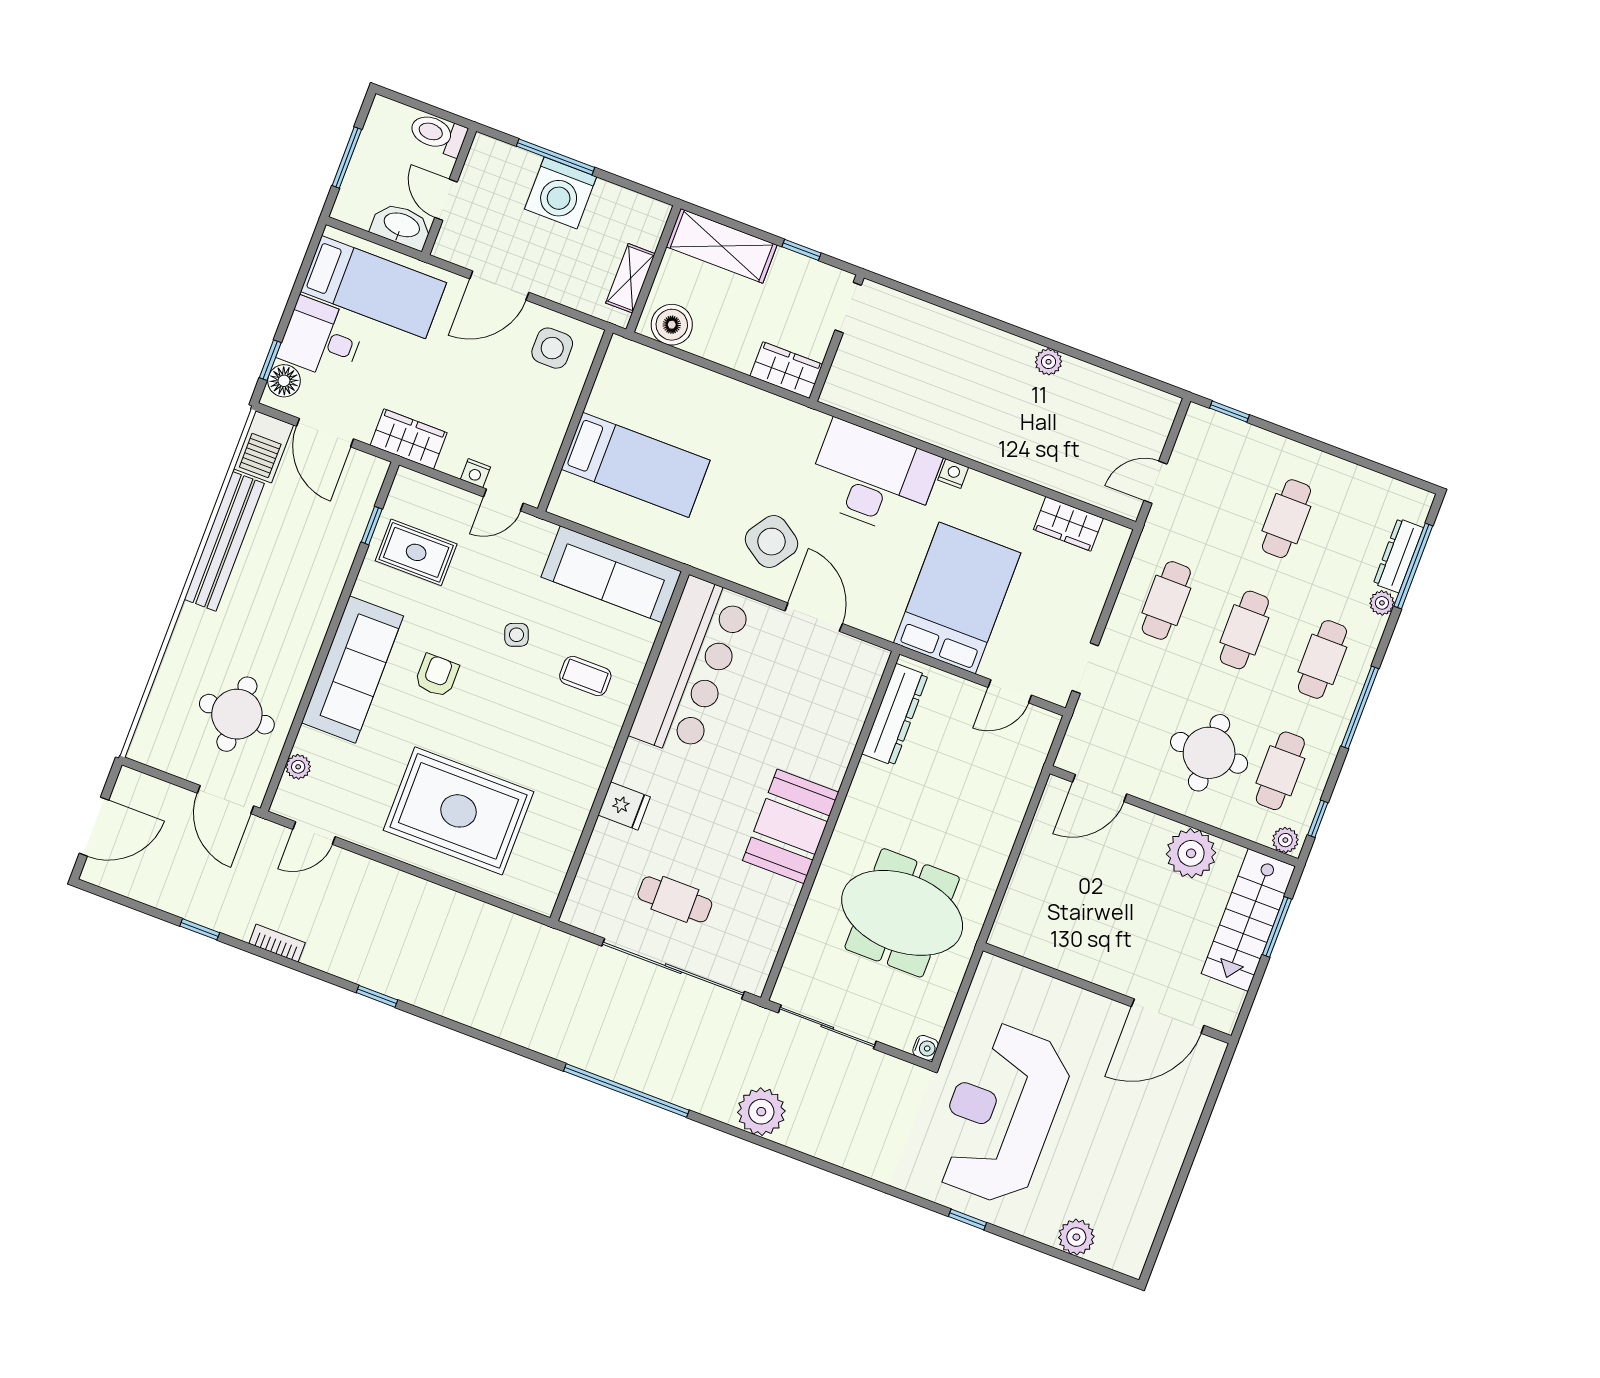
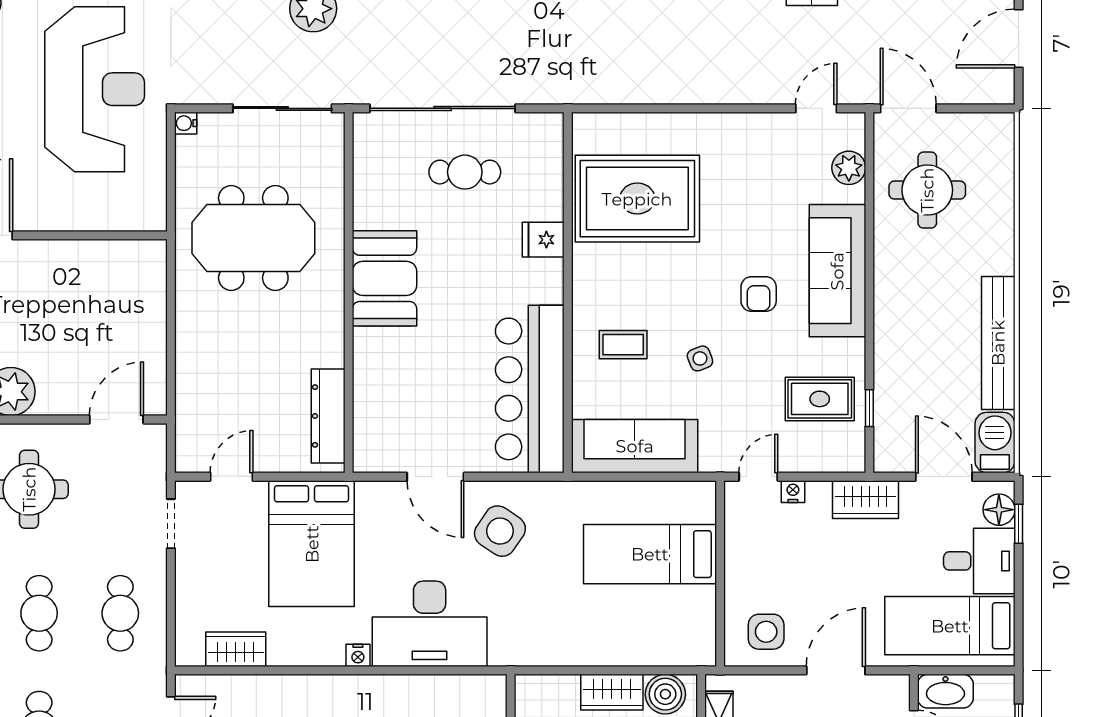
wardrobe: (786, 370) -> (612, 692), moved
plant: (298, 767) -> (849, 168), width x1.38, depth x1.38
rug: (458, 811) -> (637, 199), moved

